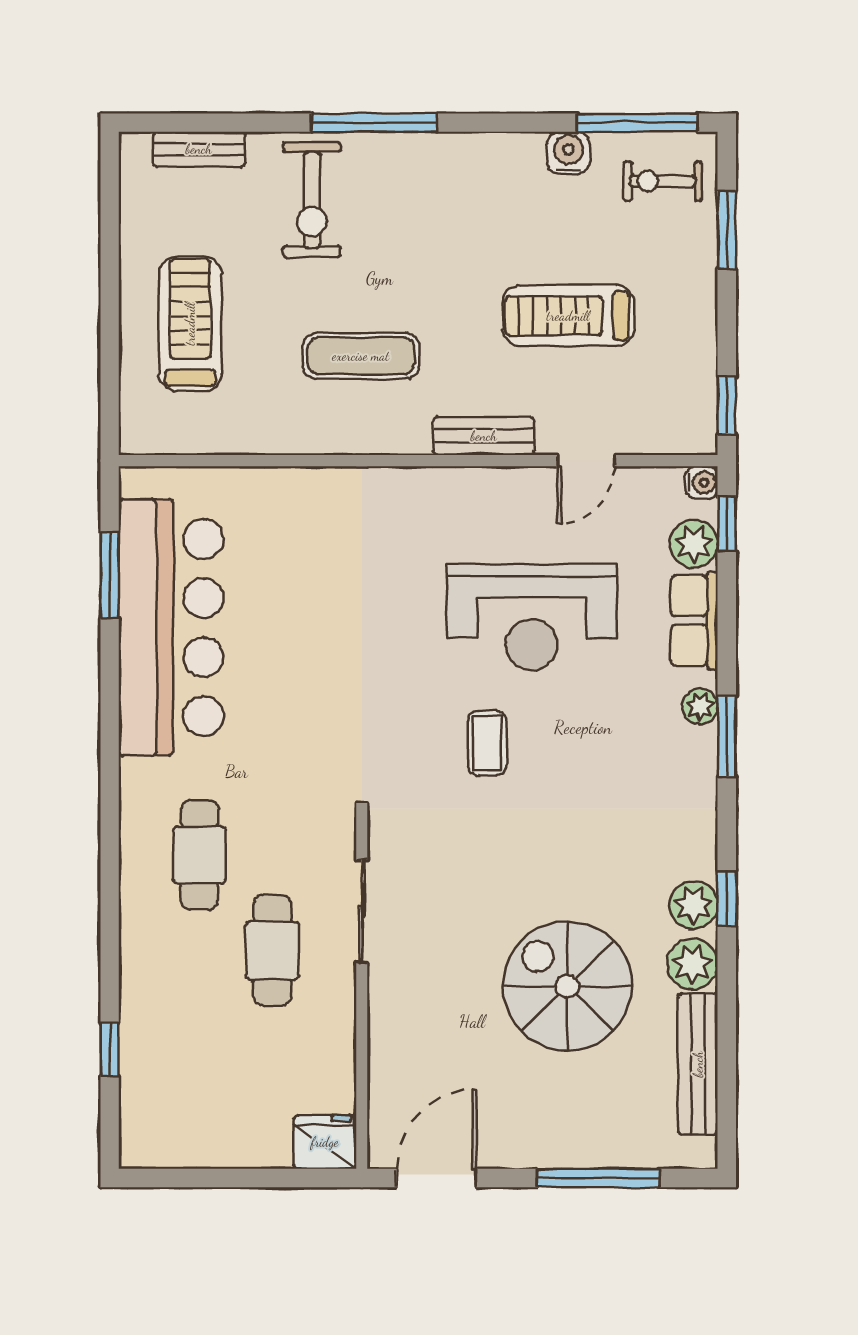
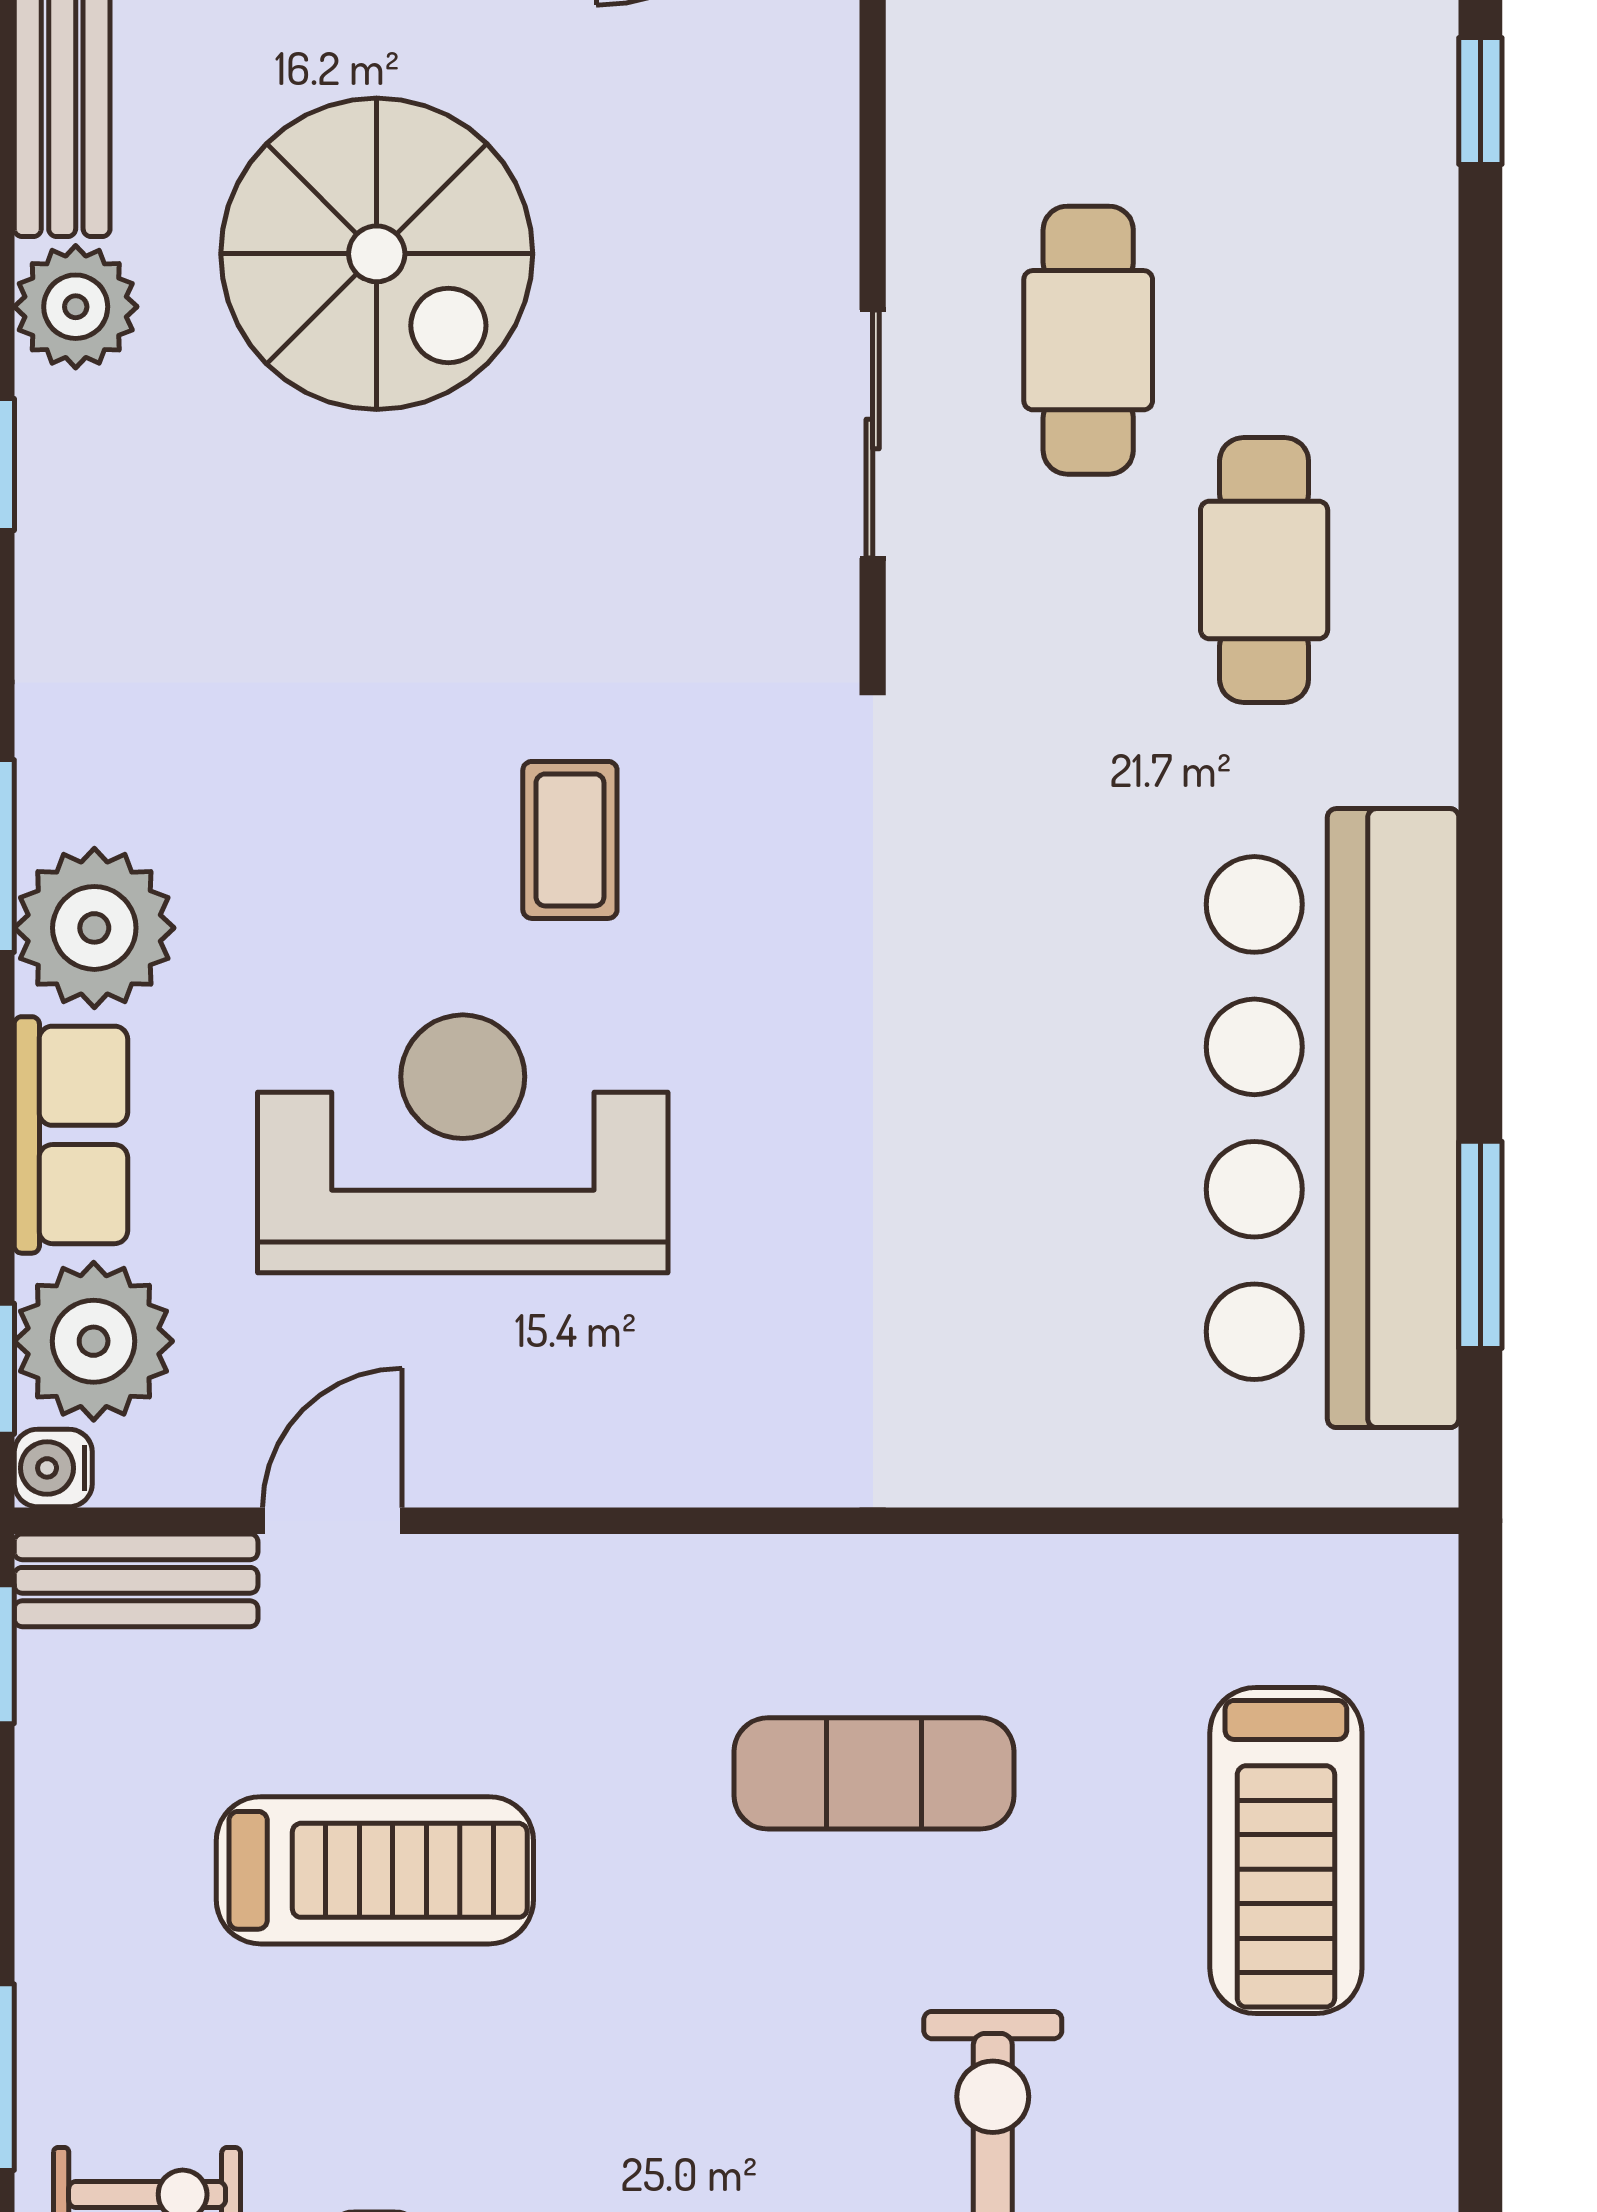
bench: (484, 436) -> (136, 1580), moved
plant: (694, 544) -> (94, 1341), width x1.36, depth x1.36
plant: (700, 706) -> (94, 928), width x1.87, depth x1.87
plant: (694, 905) -> (73, 449), removed

